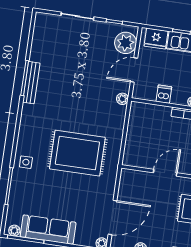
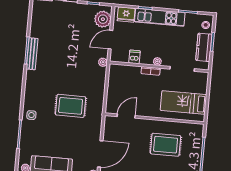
rug: (77, 153) -> (71, 106), width x0.73, depth x0.69
door: (165, 173) -> (126, 116), moved

